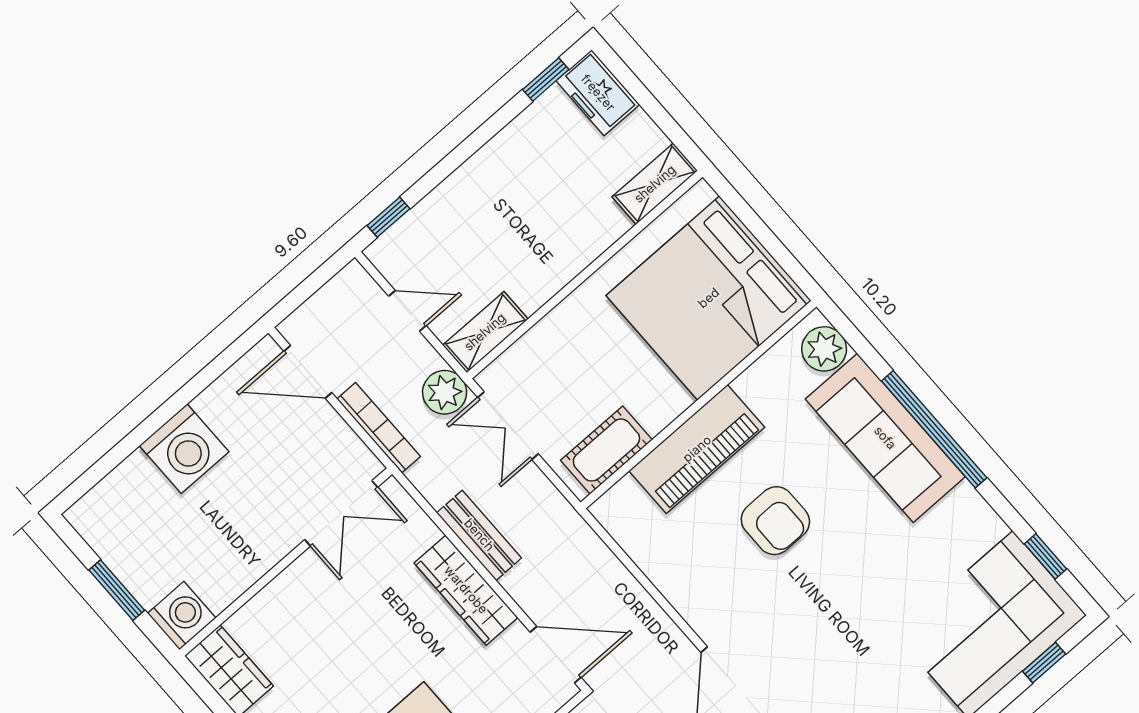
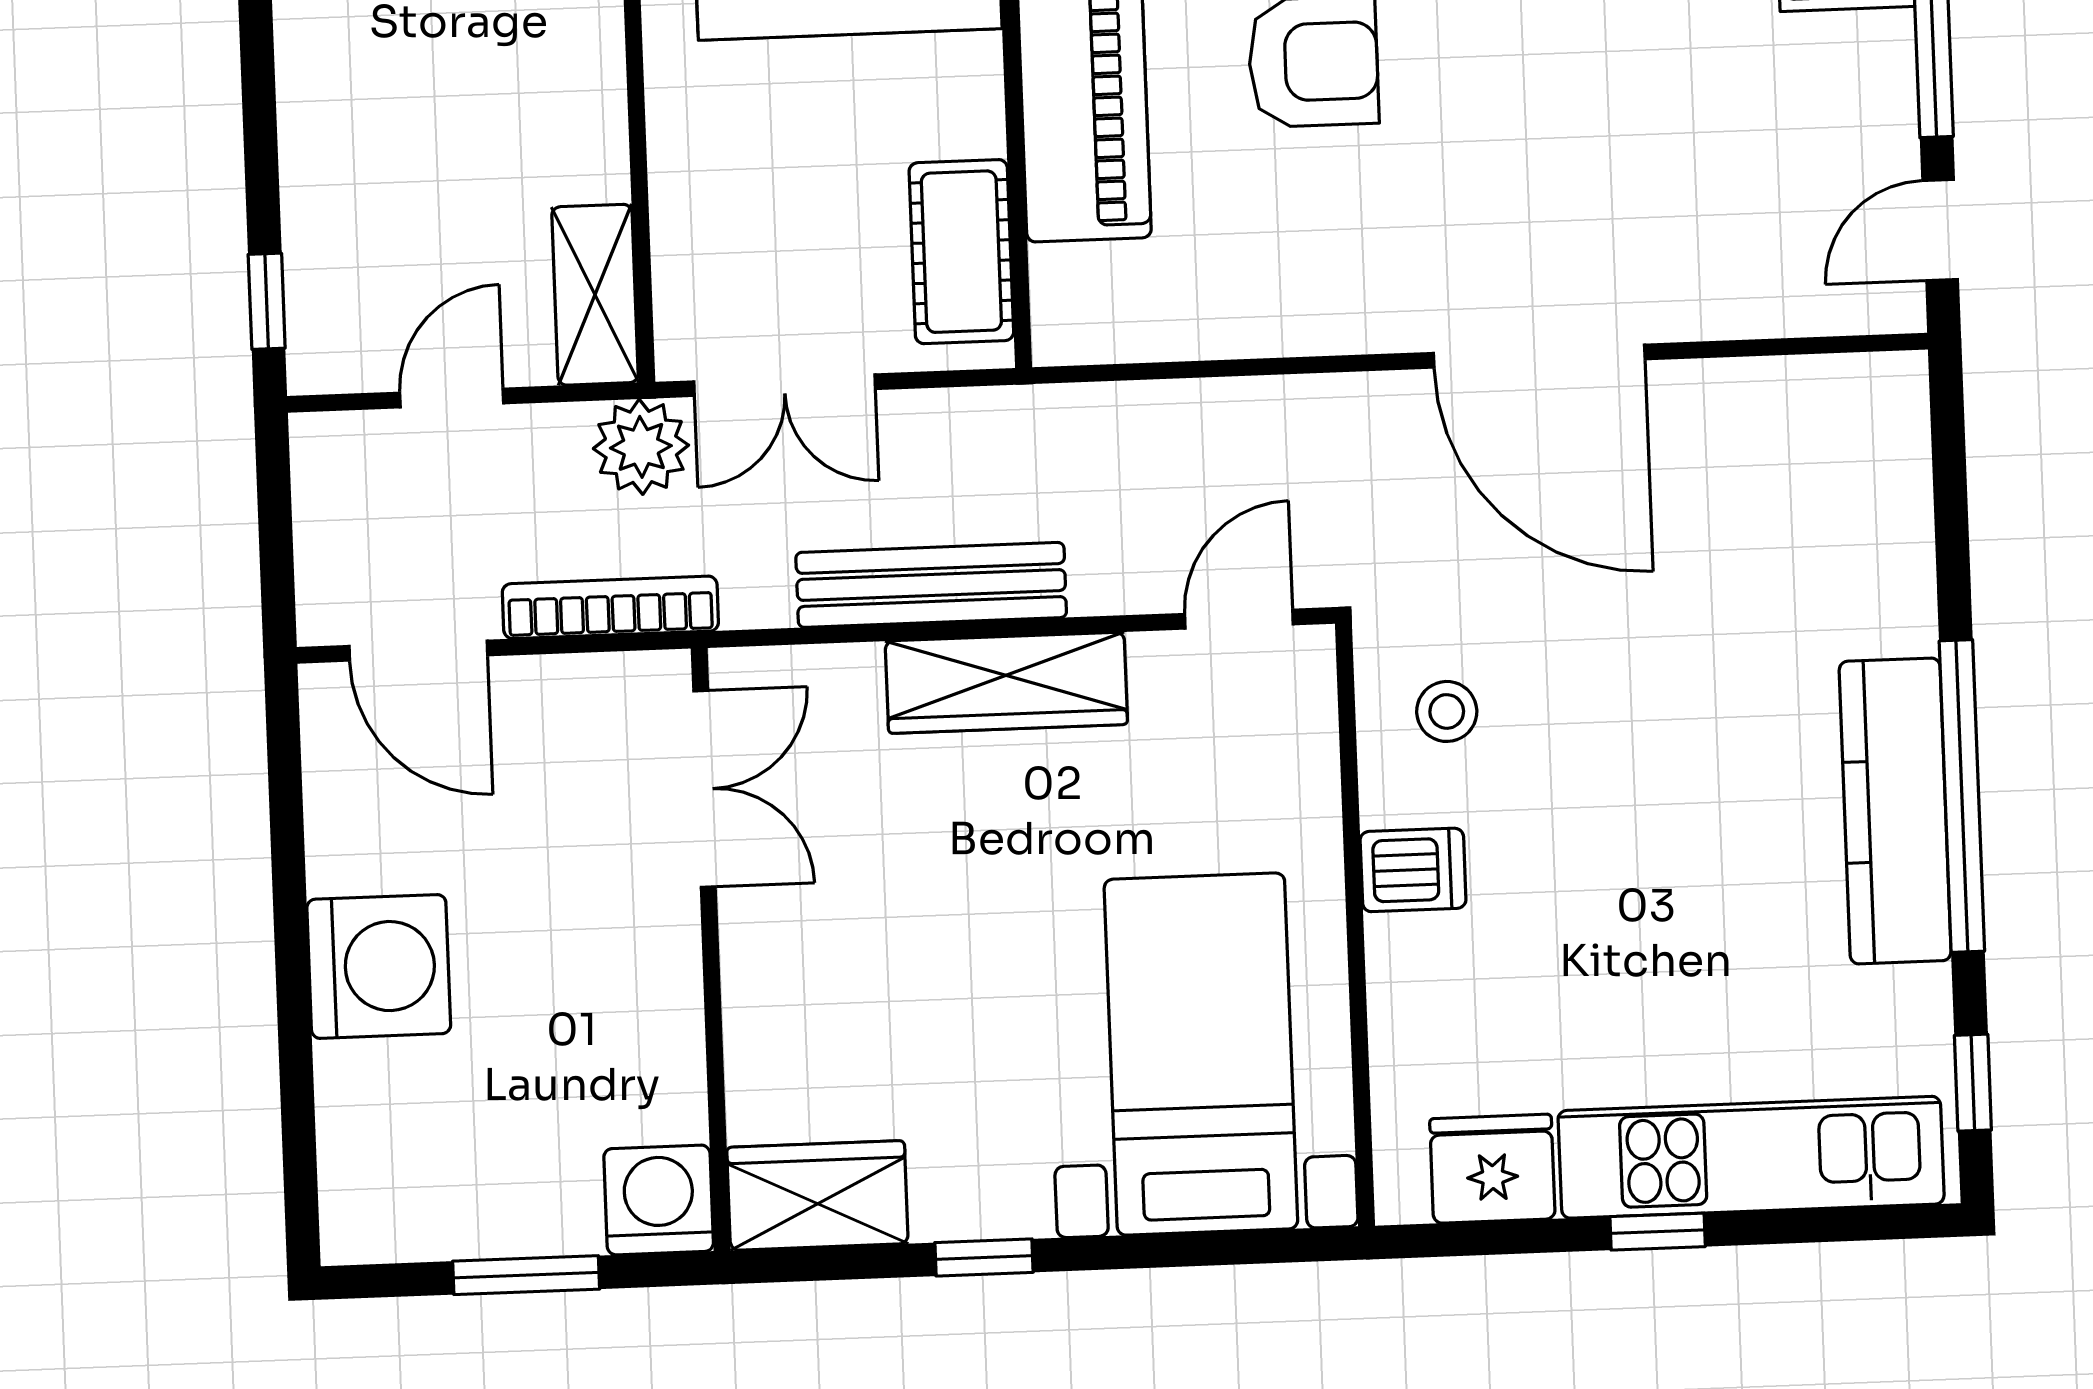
door: (308, 372) -> (418, 651), hinge flipped
bench: (479, 535) -> (931, 585), width x1.36
door: (556, 655) -> (1239, 619), width x0.73

